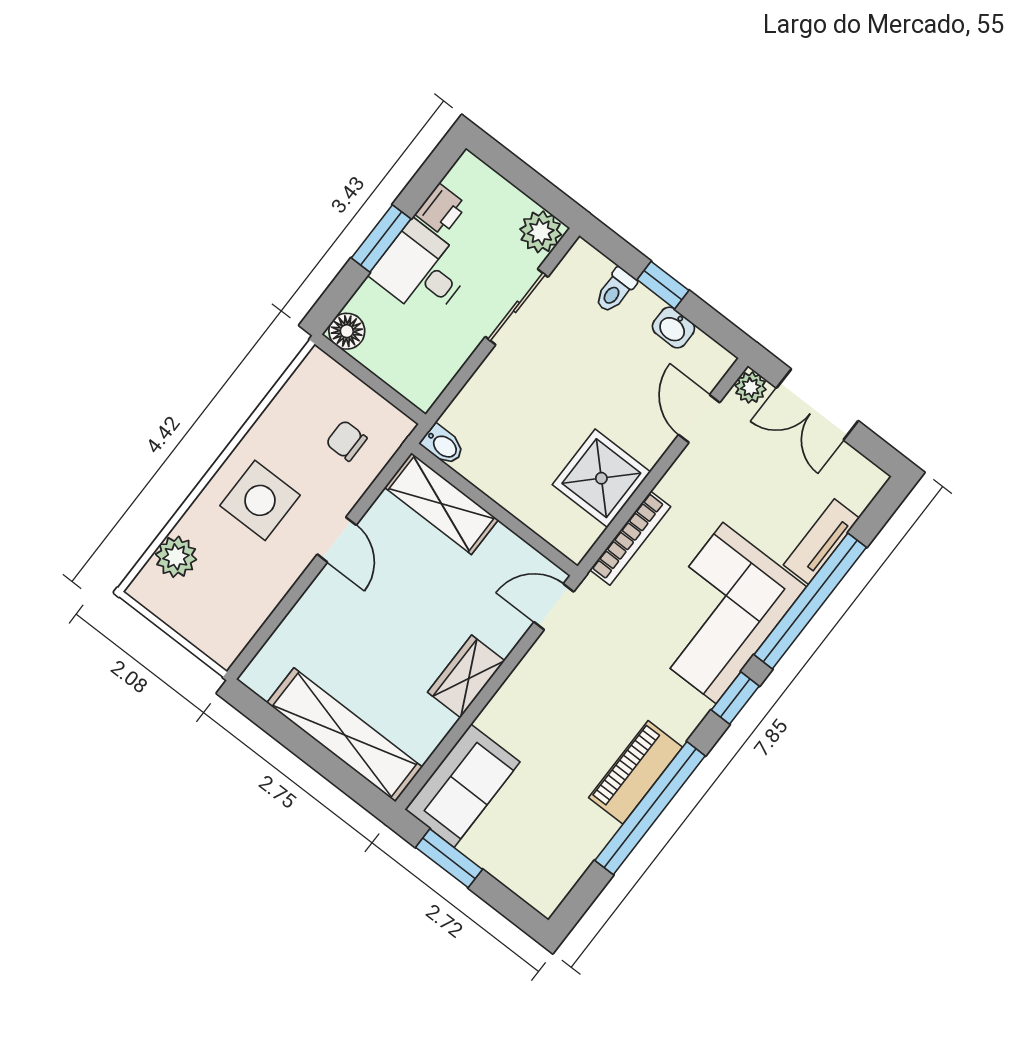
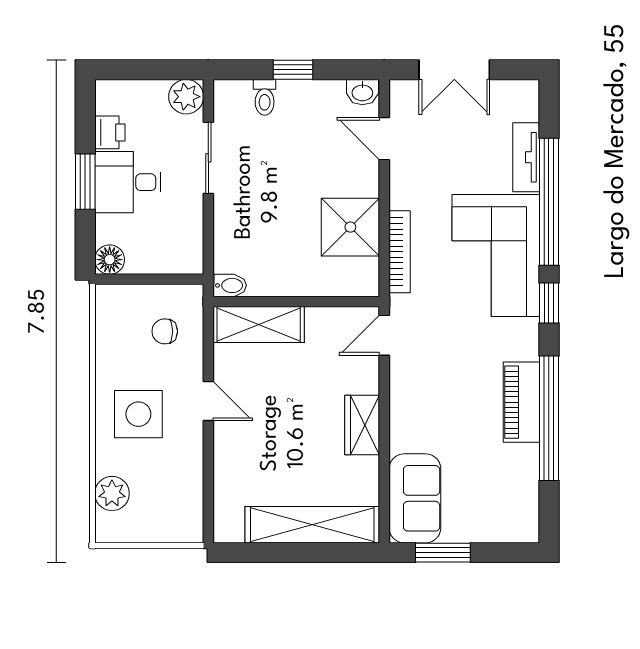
washbasin: (673, 328) -> (362, 92), moved
plant: (751, 387) -> (402, 92), removed

